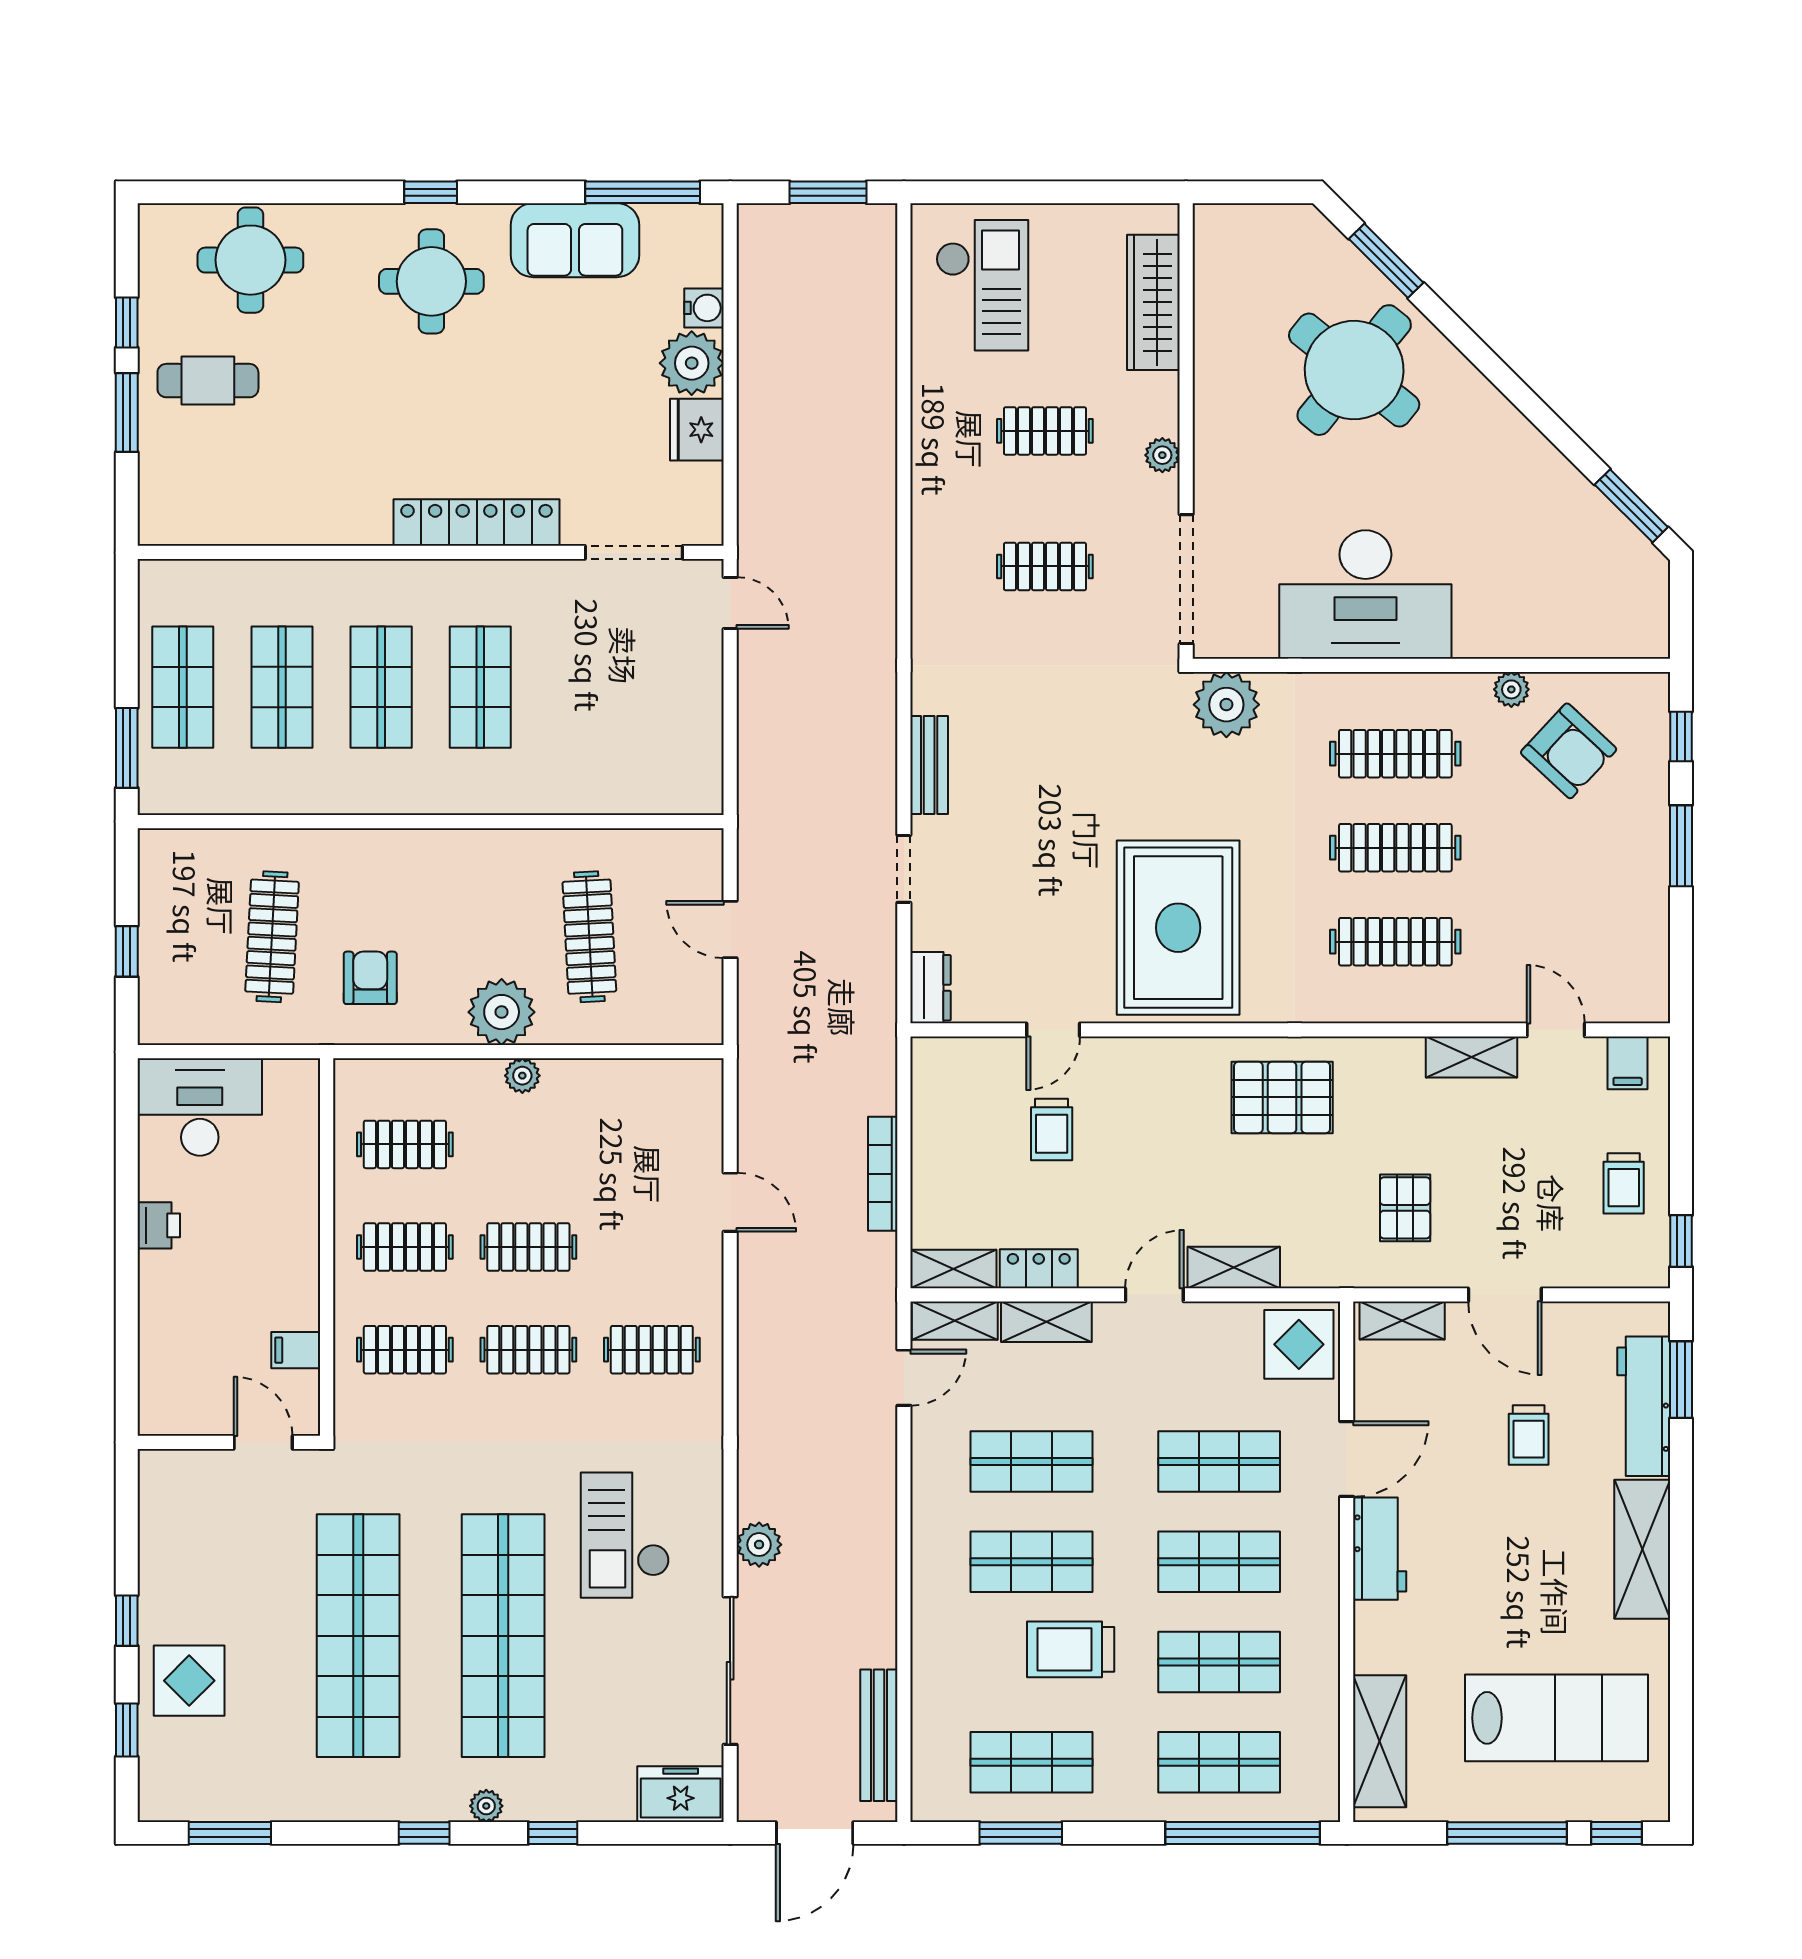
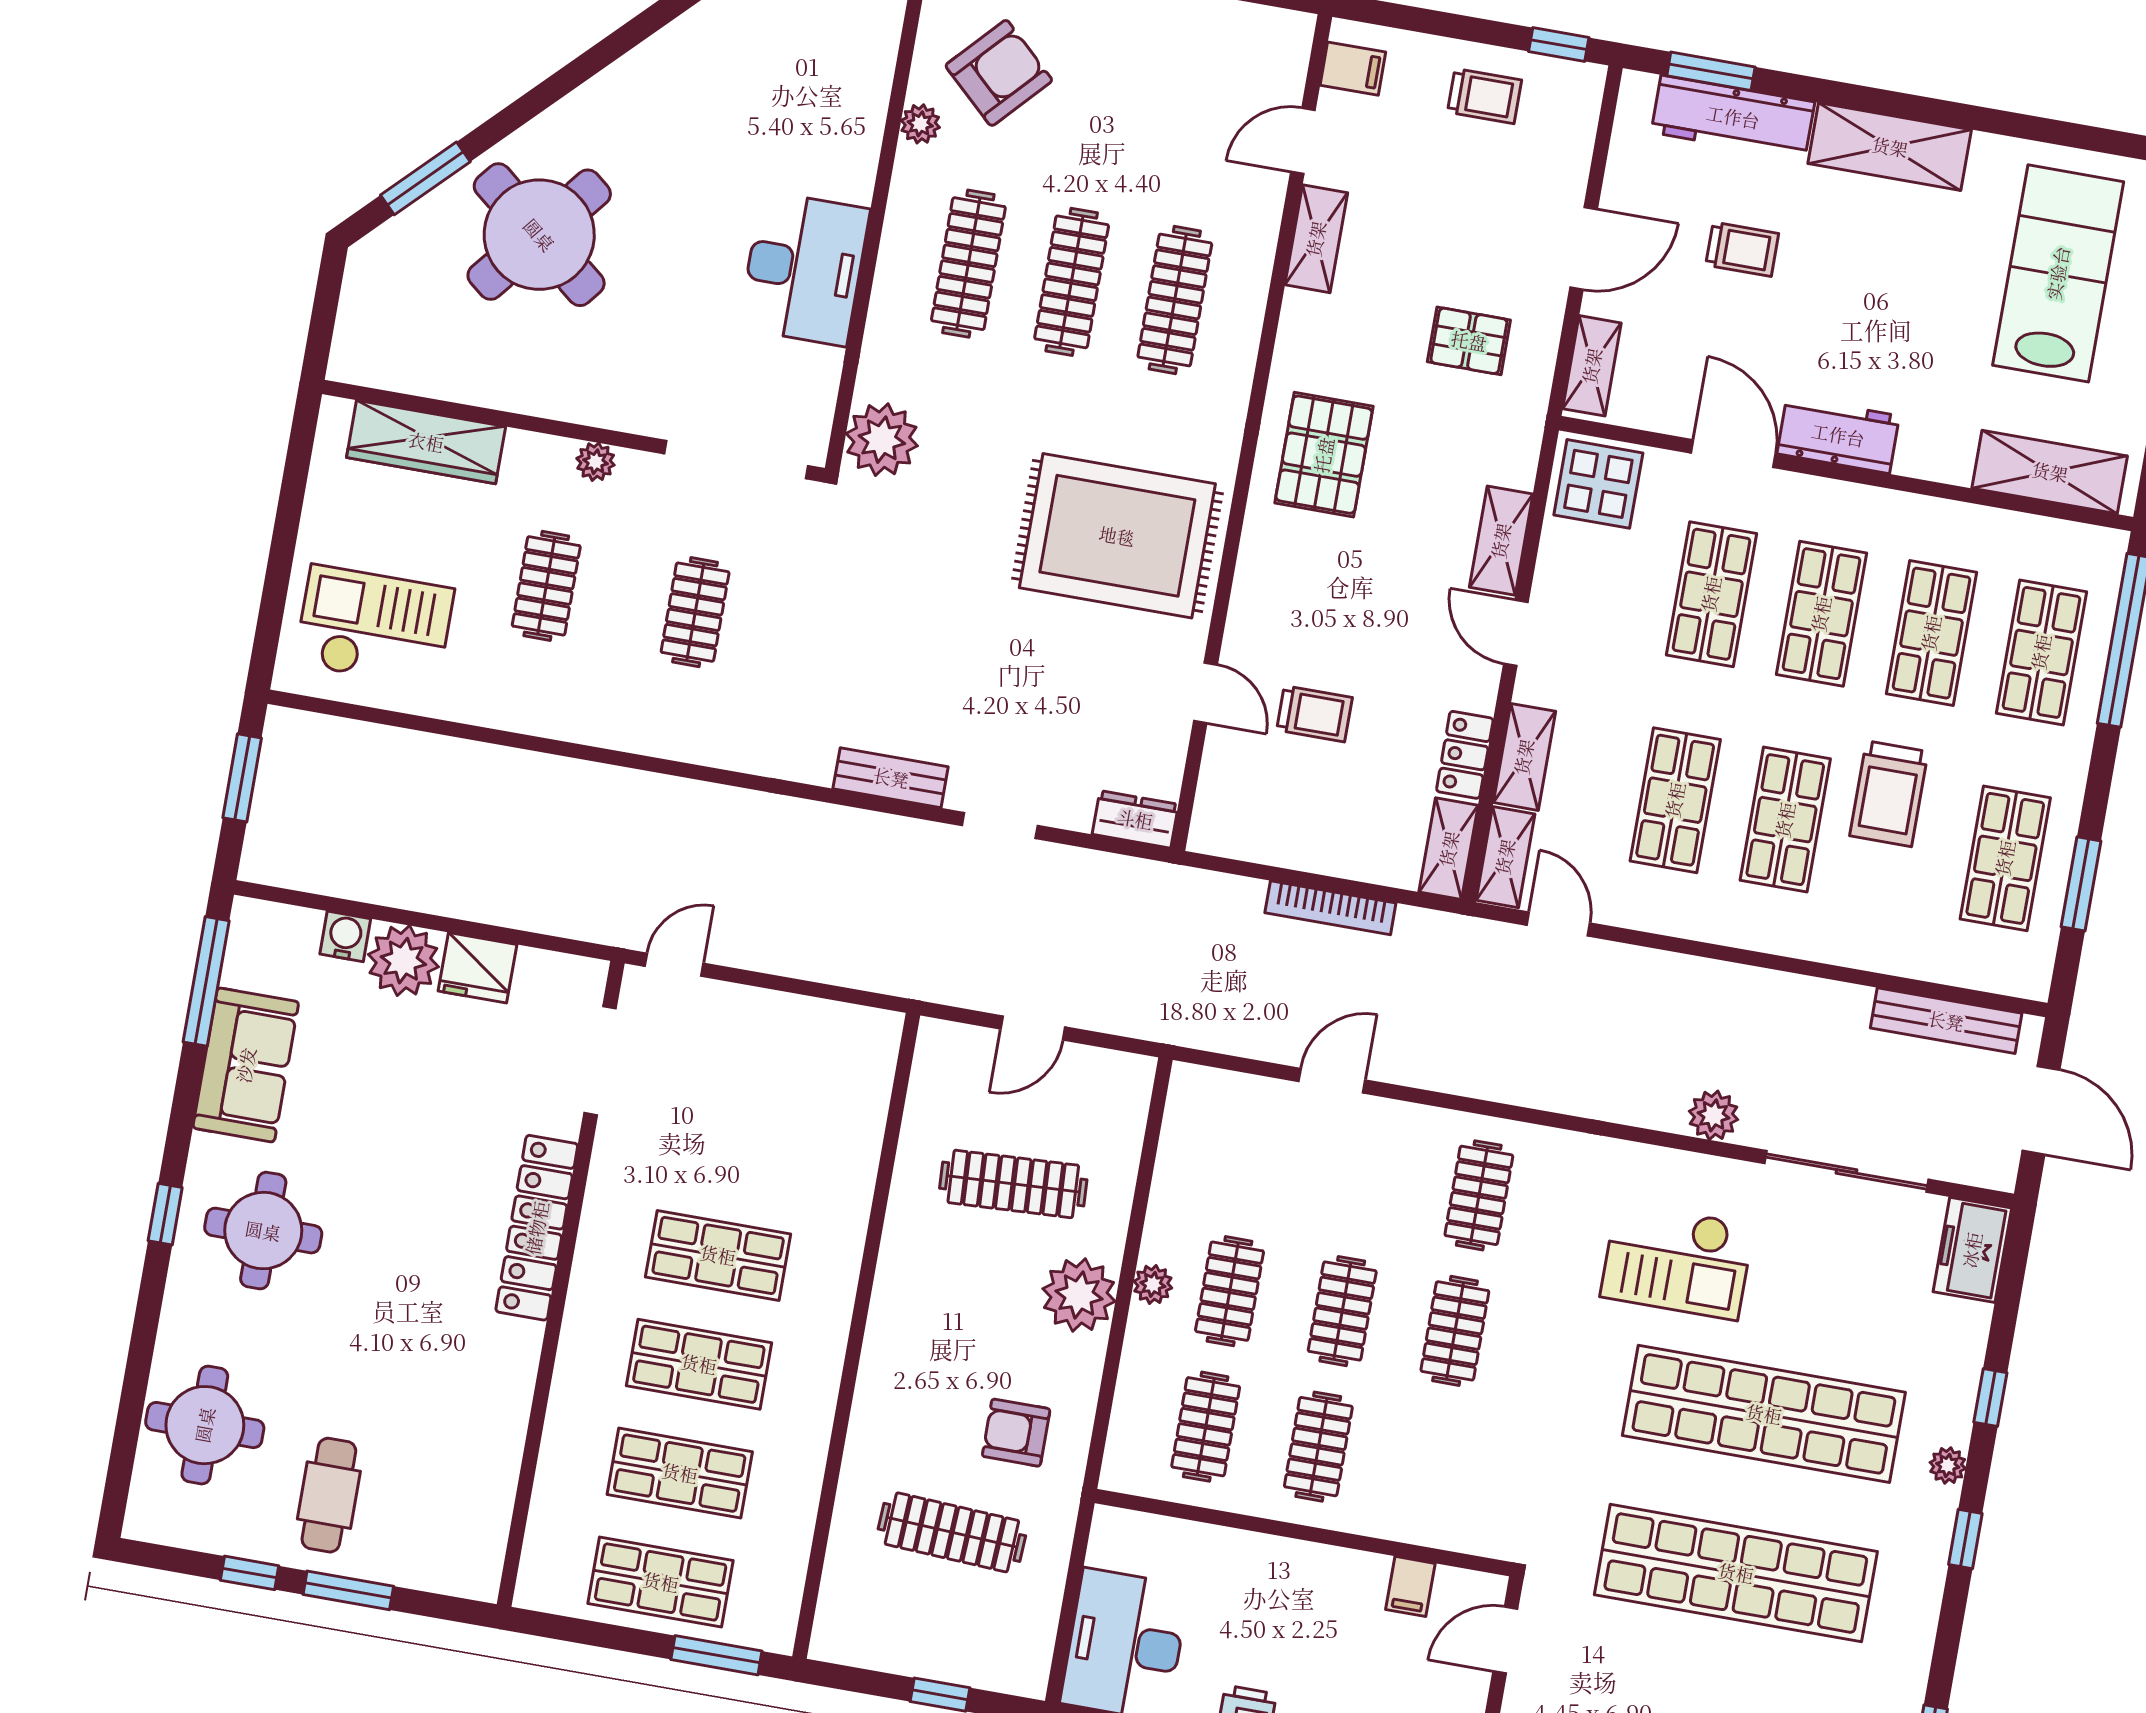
desk: (1365, 594) -> (804, 269), width x0.73, depth x0.77
clothes rail: (405, 1350) -> (1230, 1291), moved

